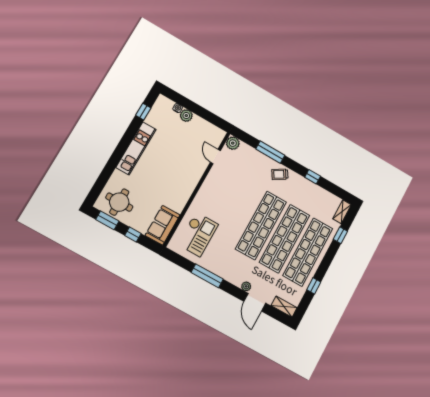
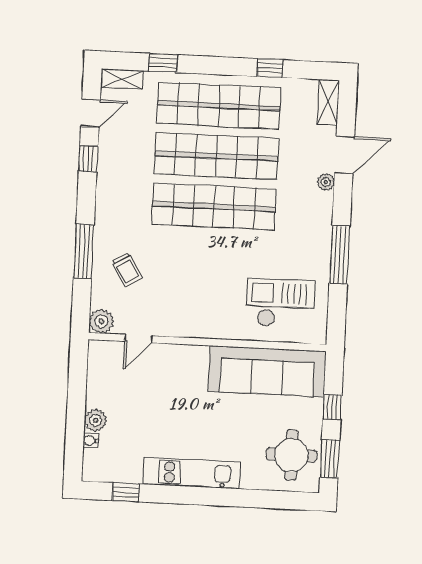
trolley: (280, 174) -> (127, 270), moved
door: (333, 189) -> (90, 113), added
sofa: (163, 225) -> (267, 371), width x1.85, depth x1.27

